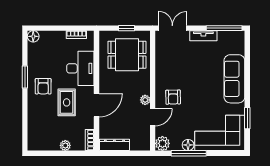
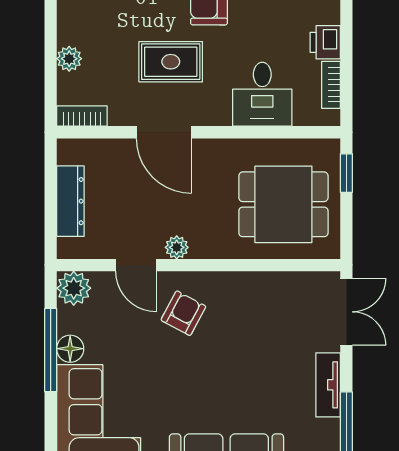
window: (127, 28) -> (346, 173), moved
printer: (58, 37) -> (325, 42), added
dining table: (127, 55) -> (283, 204), turned 90
desk: (80, 68) -> (262, 94), width x0.73
armchair: (173, 97) -> (183, 313), turned 119
dresser: (114, 145) -> (70, 201), moved

